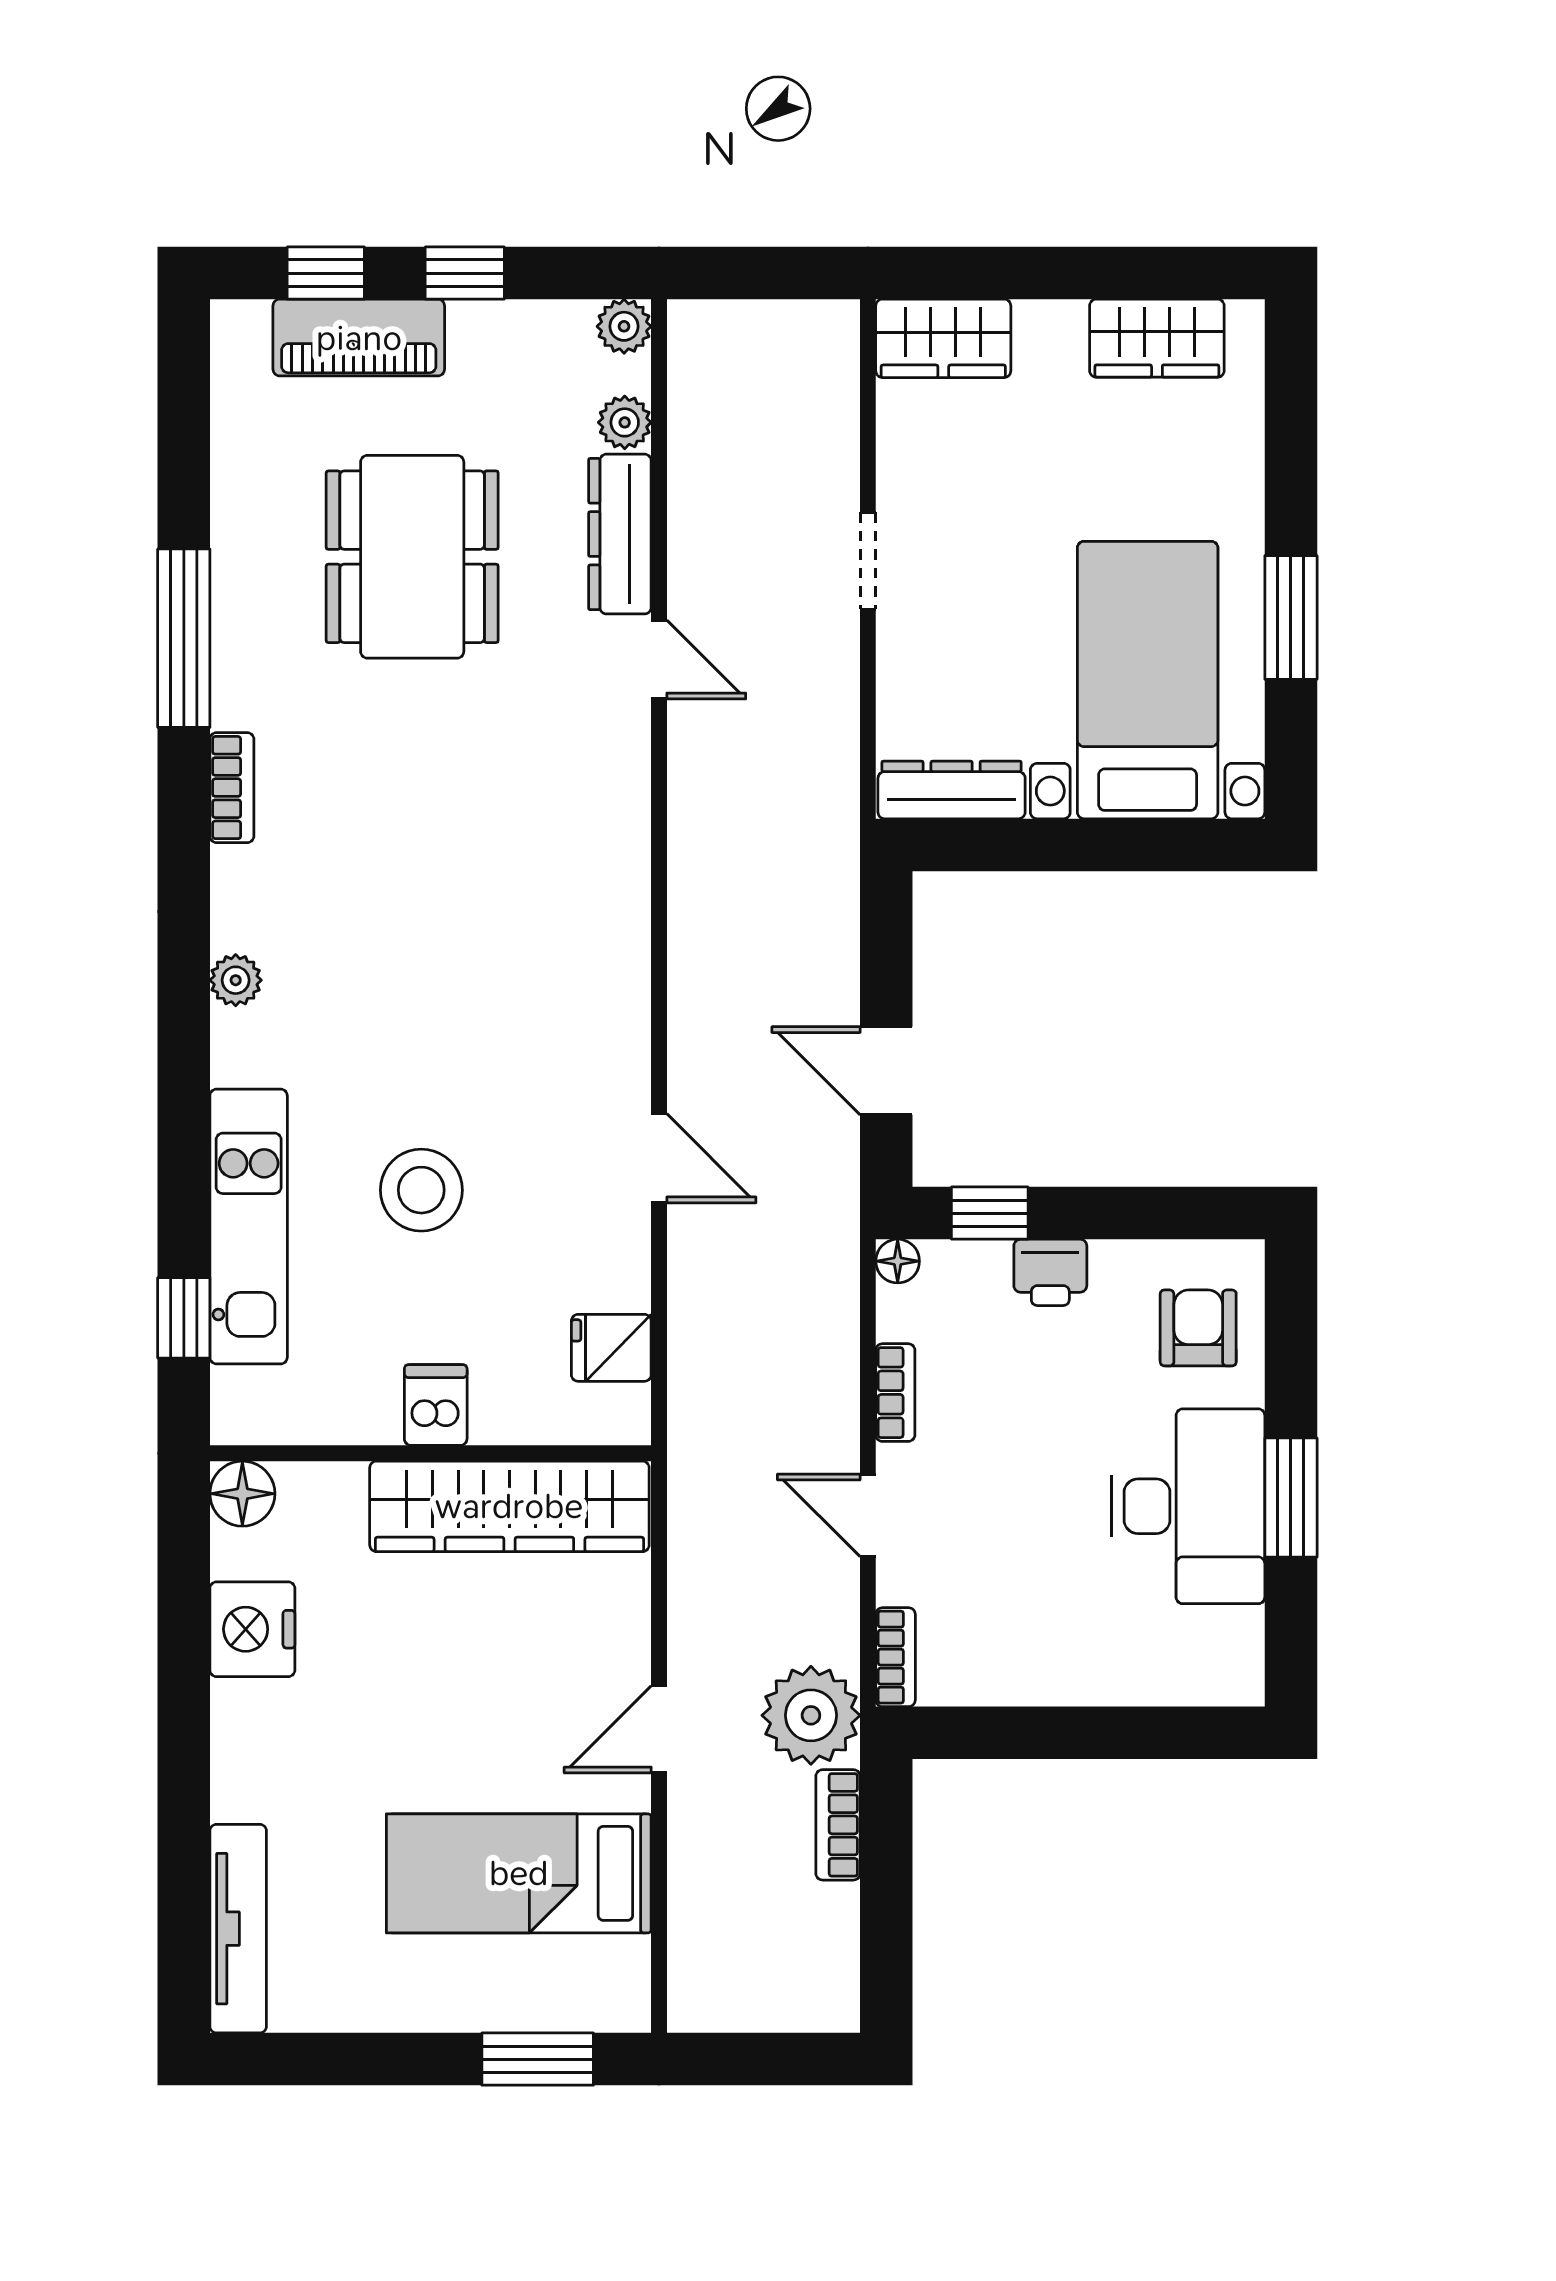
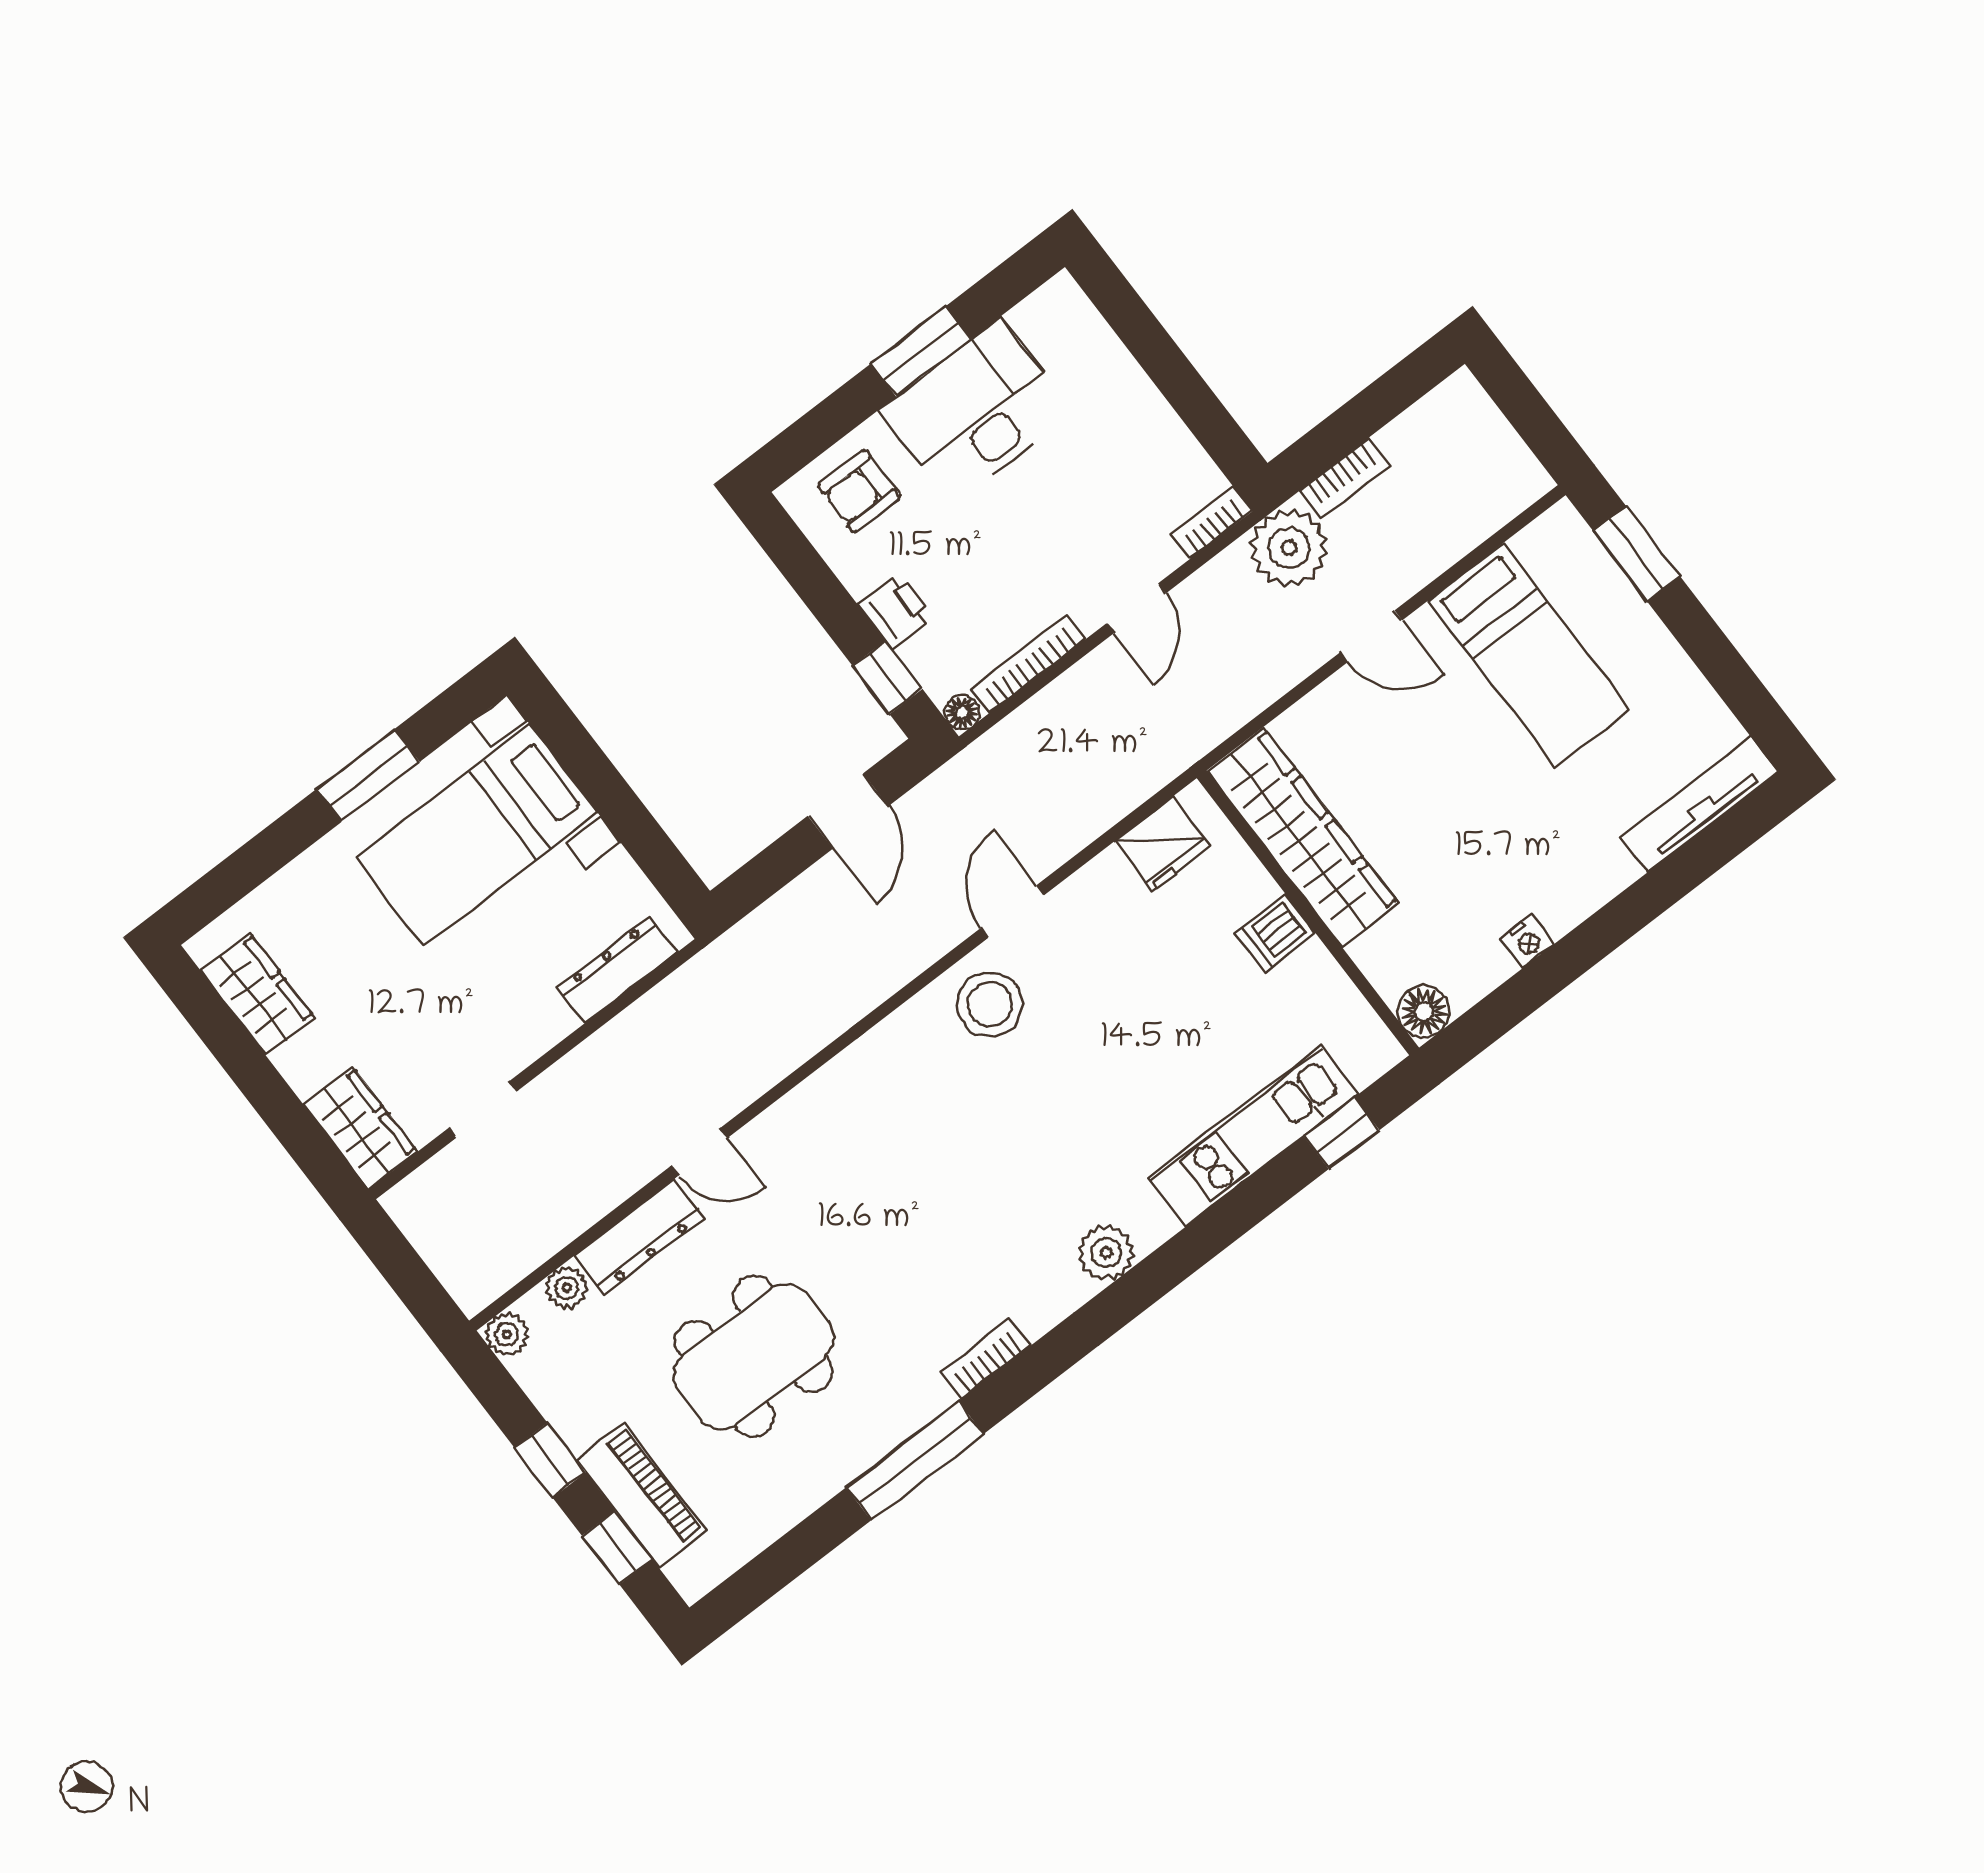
doorway: (868, 561) -> (483, 1110), moved
door: (659, 659) -> (699, 1152), swing flipped
dresser: (952, 790) -> (617, 970), moved, turned 90
plant: (236, 980) -> (1106, 1253), width x1.38, depth x1.38
stool: (421, 1190) -> (990, 1004), moved
fridge: (611, 1348) -> (1163, 844), width x1.38
bookcase: (895, 1393) -> (1028, 664), width x1.56
nightstand: (252, 1629) -> (1527, 941), width x0.53, depth x0.56

